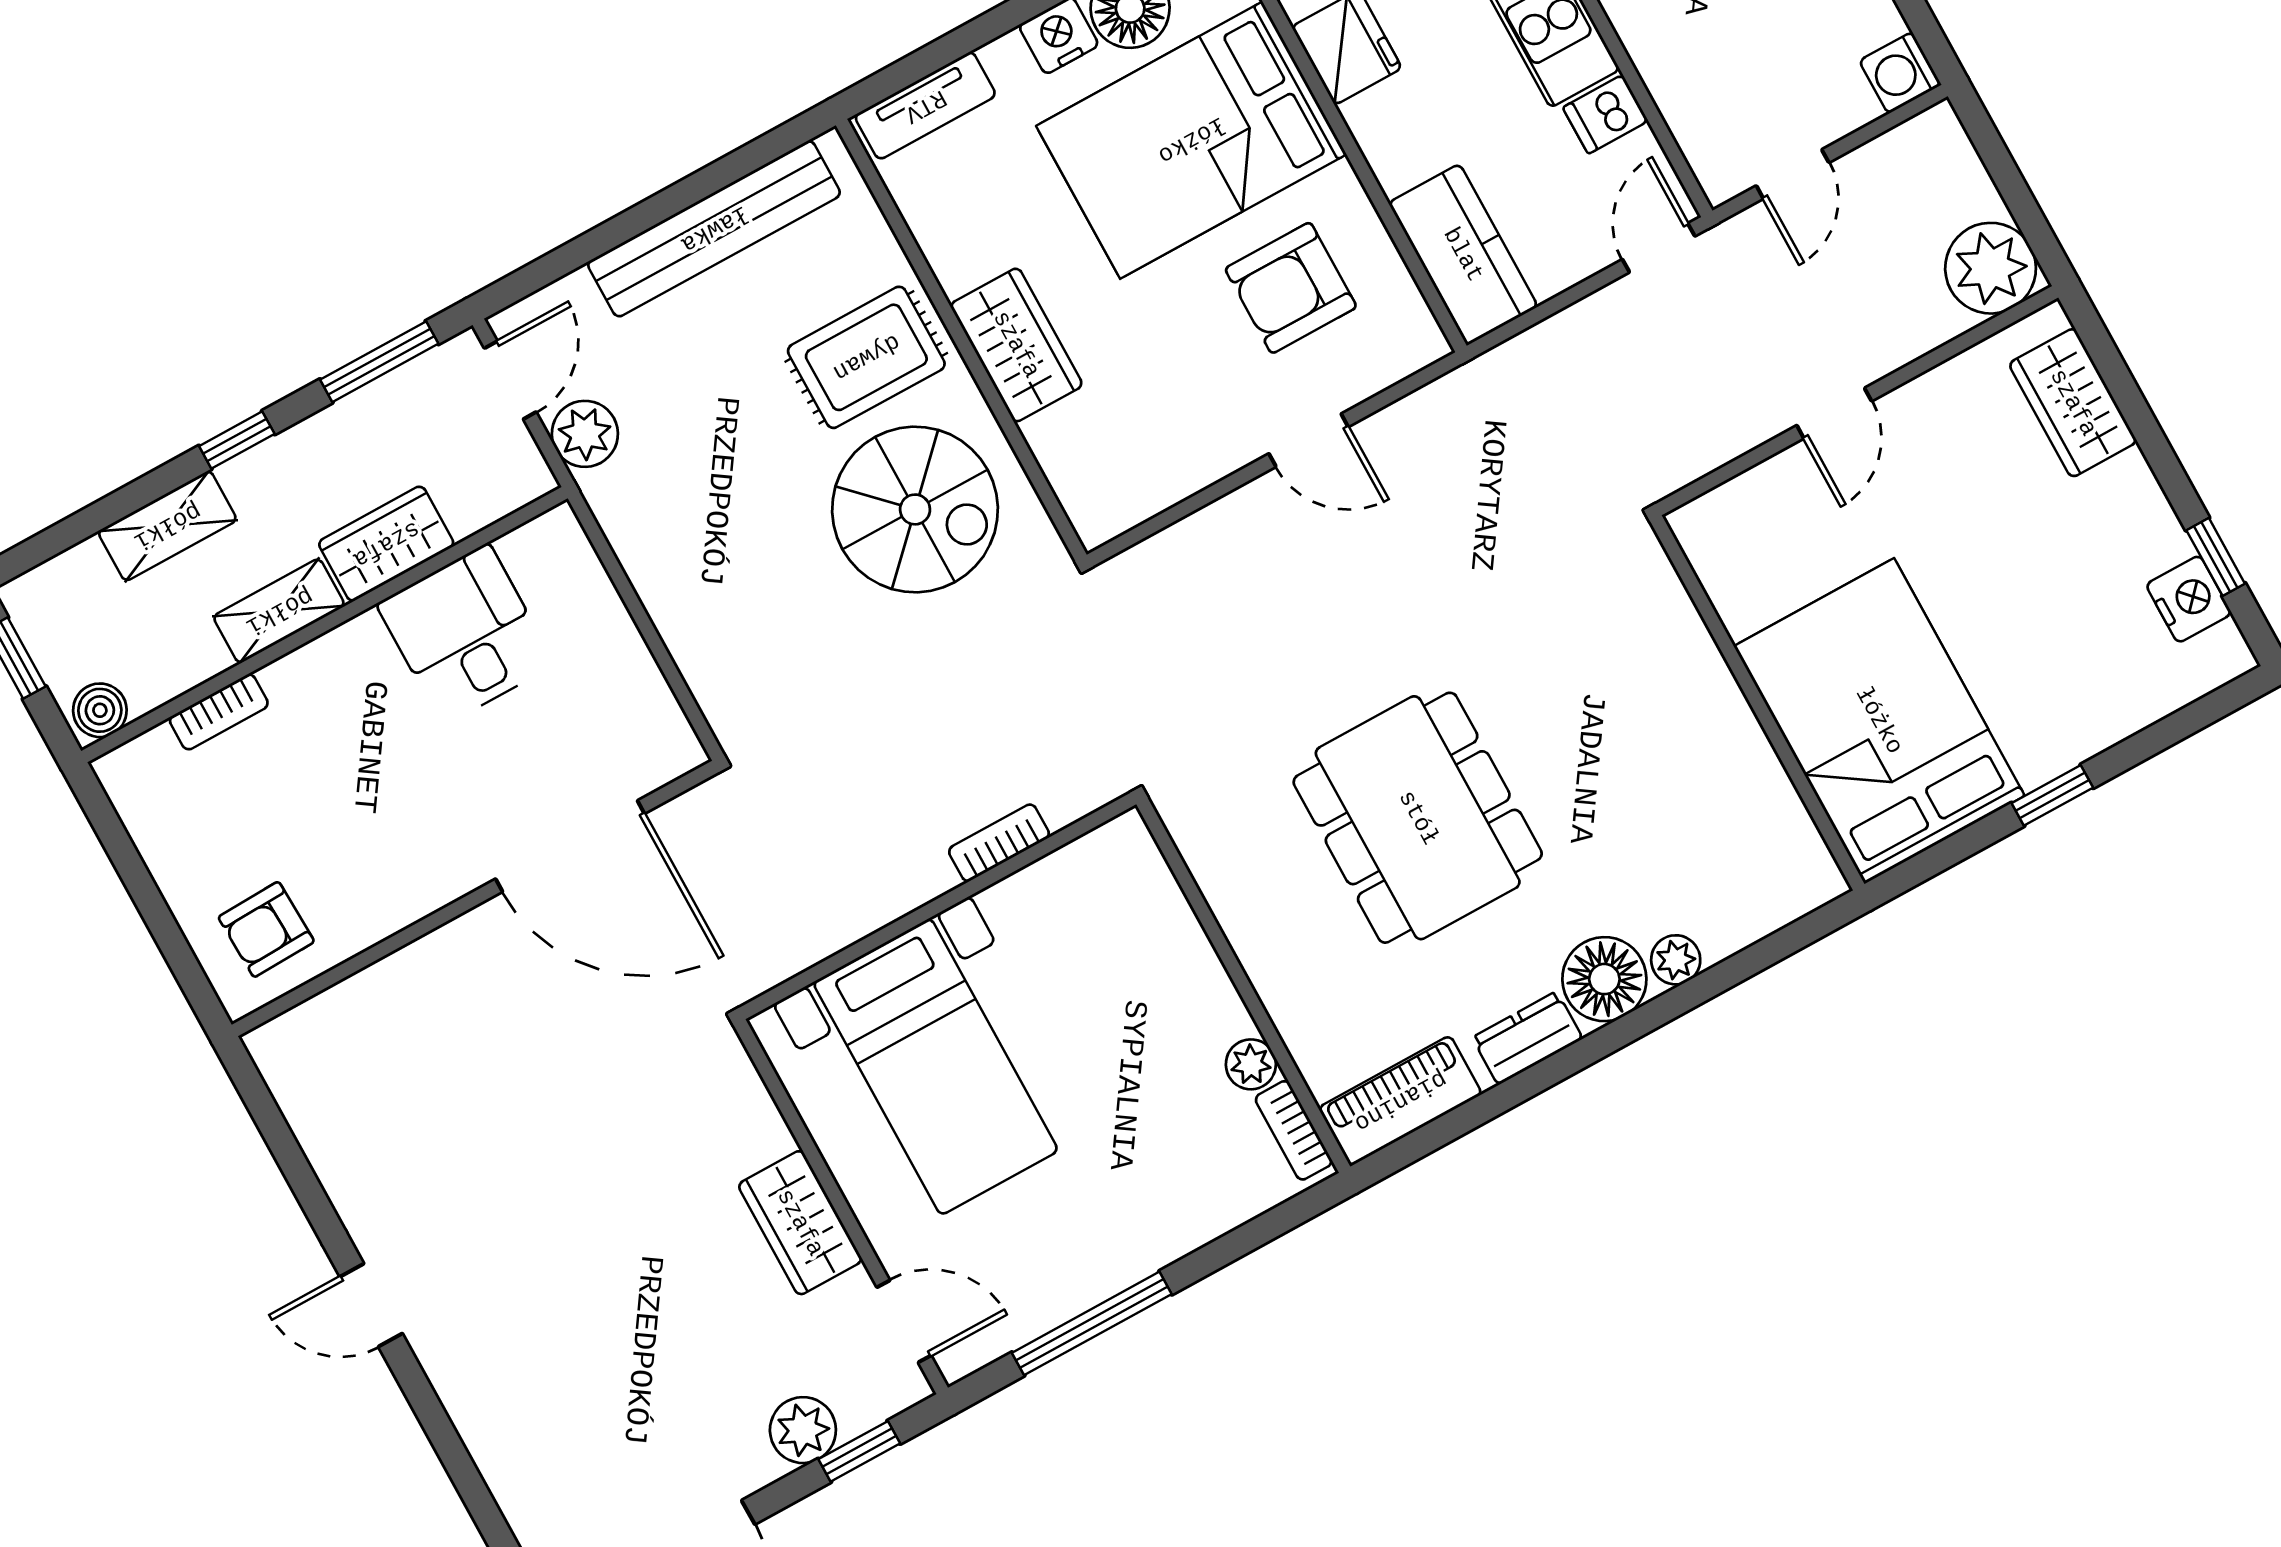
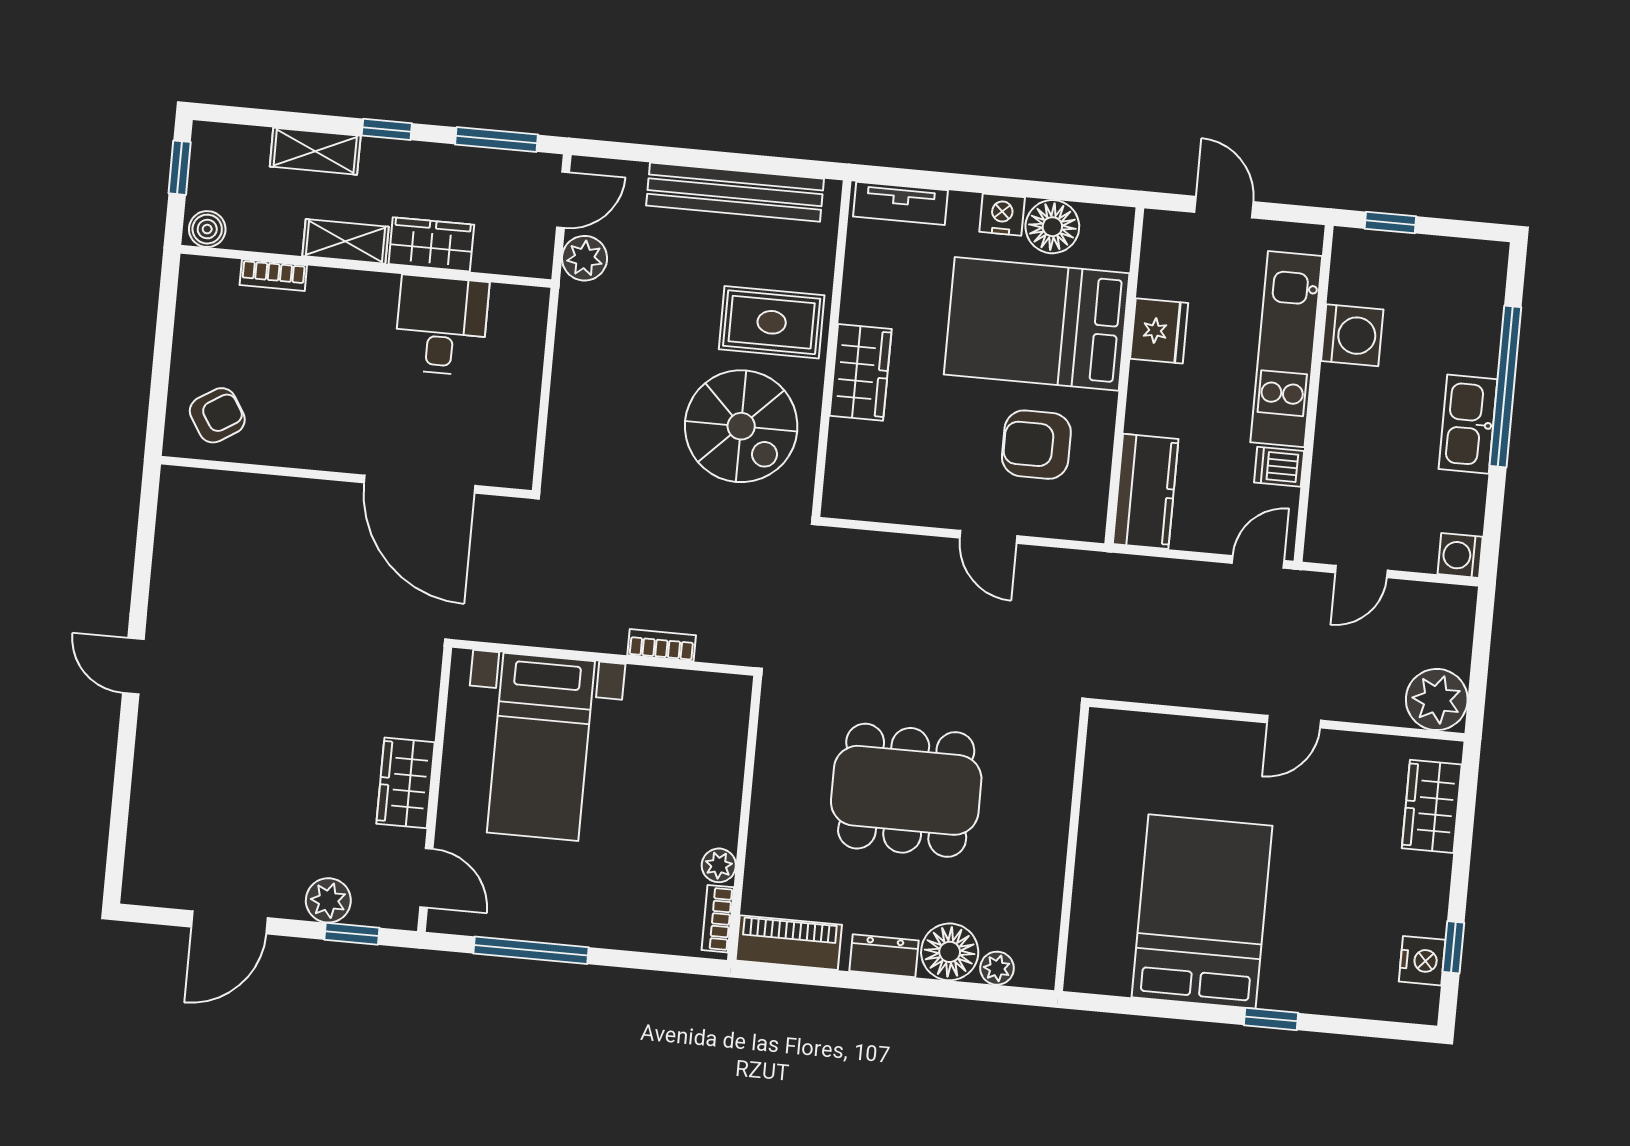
wall: (1757, 703) -> (1072, 849), moved
dining table: (1418, 818) -> (906, 790), turned 90
armchair: (266, 929) -> (217, 415), turned 150

